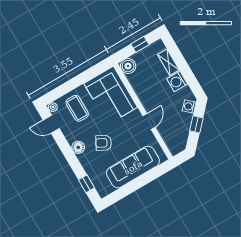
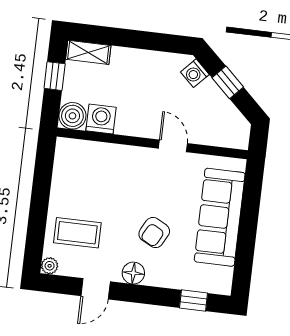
shelving: (168, 62) -> (88, 52), moved
washing machine: (177, 81) -> (101, 119), moved, turned 180
corner sofa: (111, 95) -> (95, 172), removed
door: (51, 124) -> (96, 289), moved

